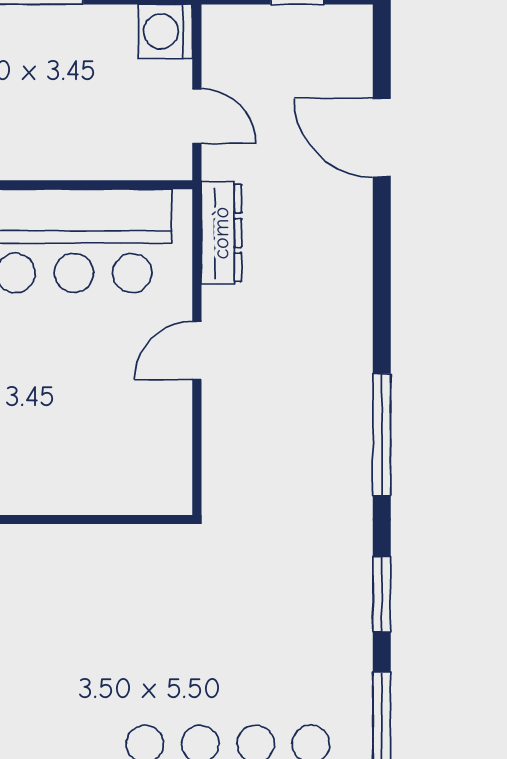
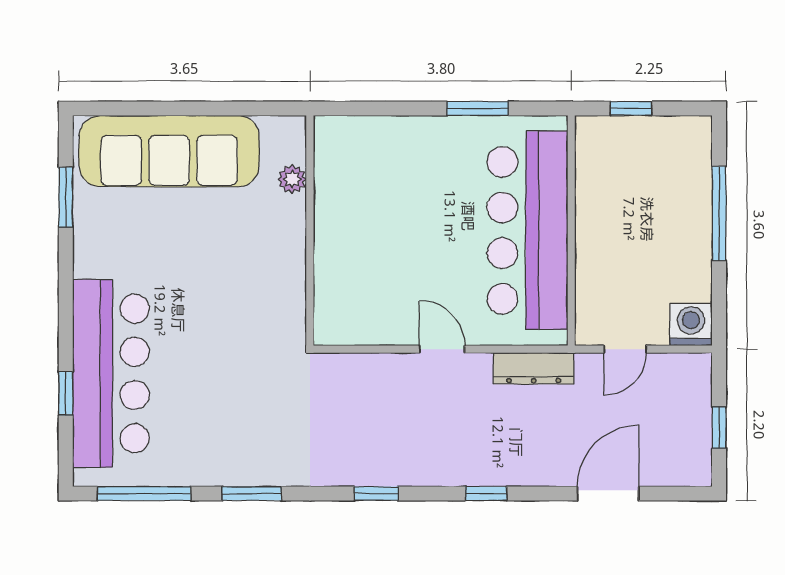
window: (382, 294) -> (486, 494), added
window: (382, 435) -> (376, 494), width x0.46

